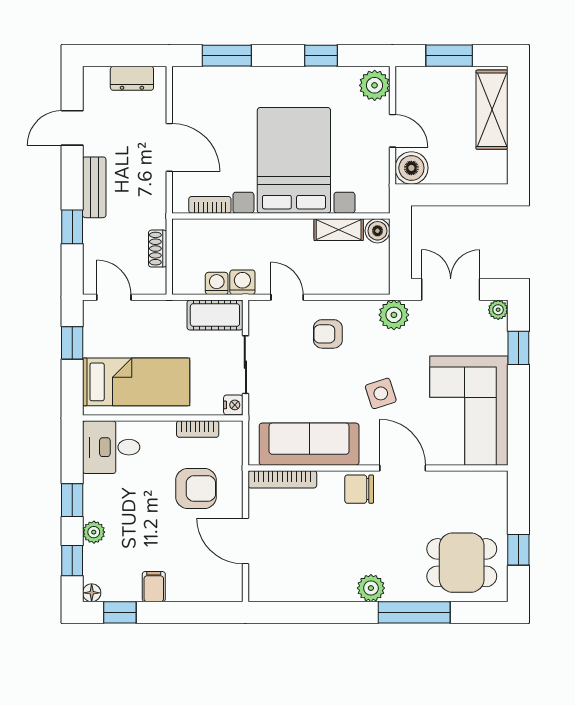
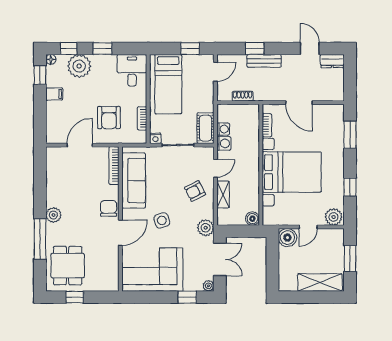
dresser: (132, 78) -> (332, 61), moved, turned -90
door: (169, 147) -> (299, 103), hinge flipped
bench: (94, 187) -> (264, 61), moved
shelving: (339, 230) -> (223, 194), moved
armchair: (328, 334) -> (195, 191), turned -117
plant: (94, 532) -> (79, 66), width x1.87, depth x1.87

